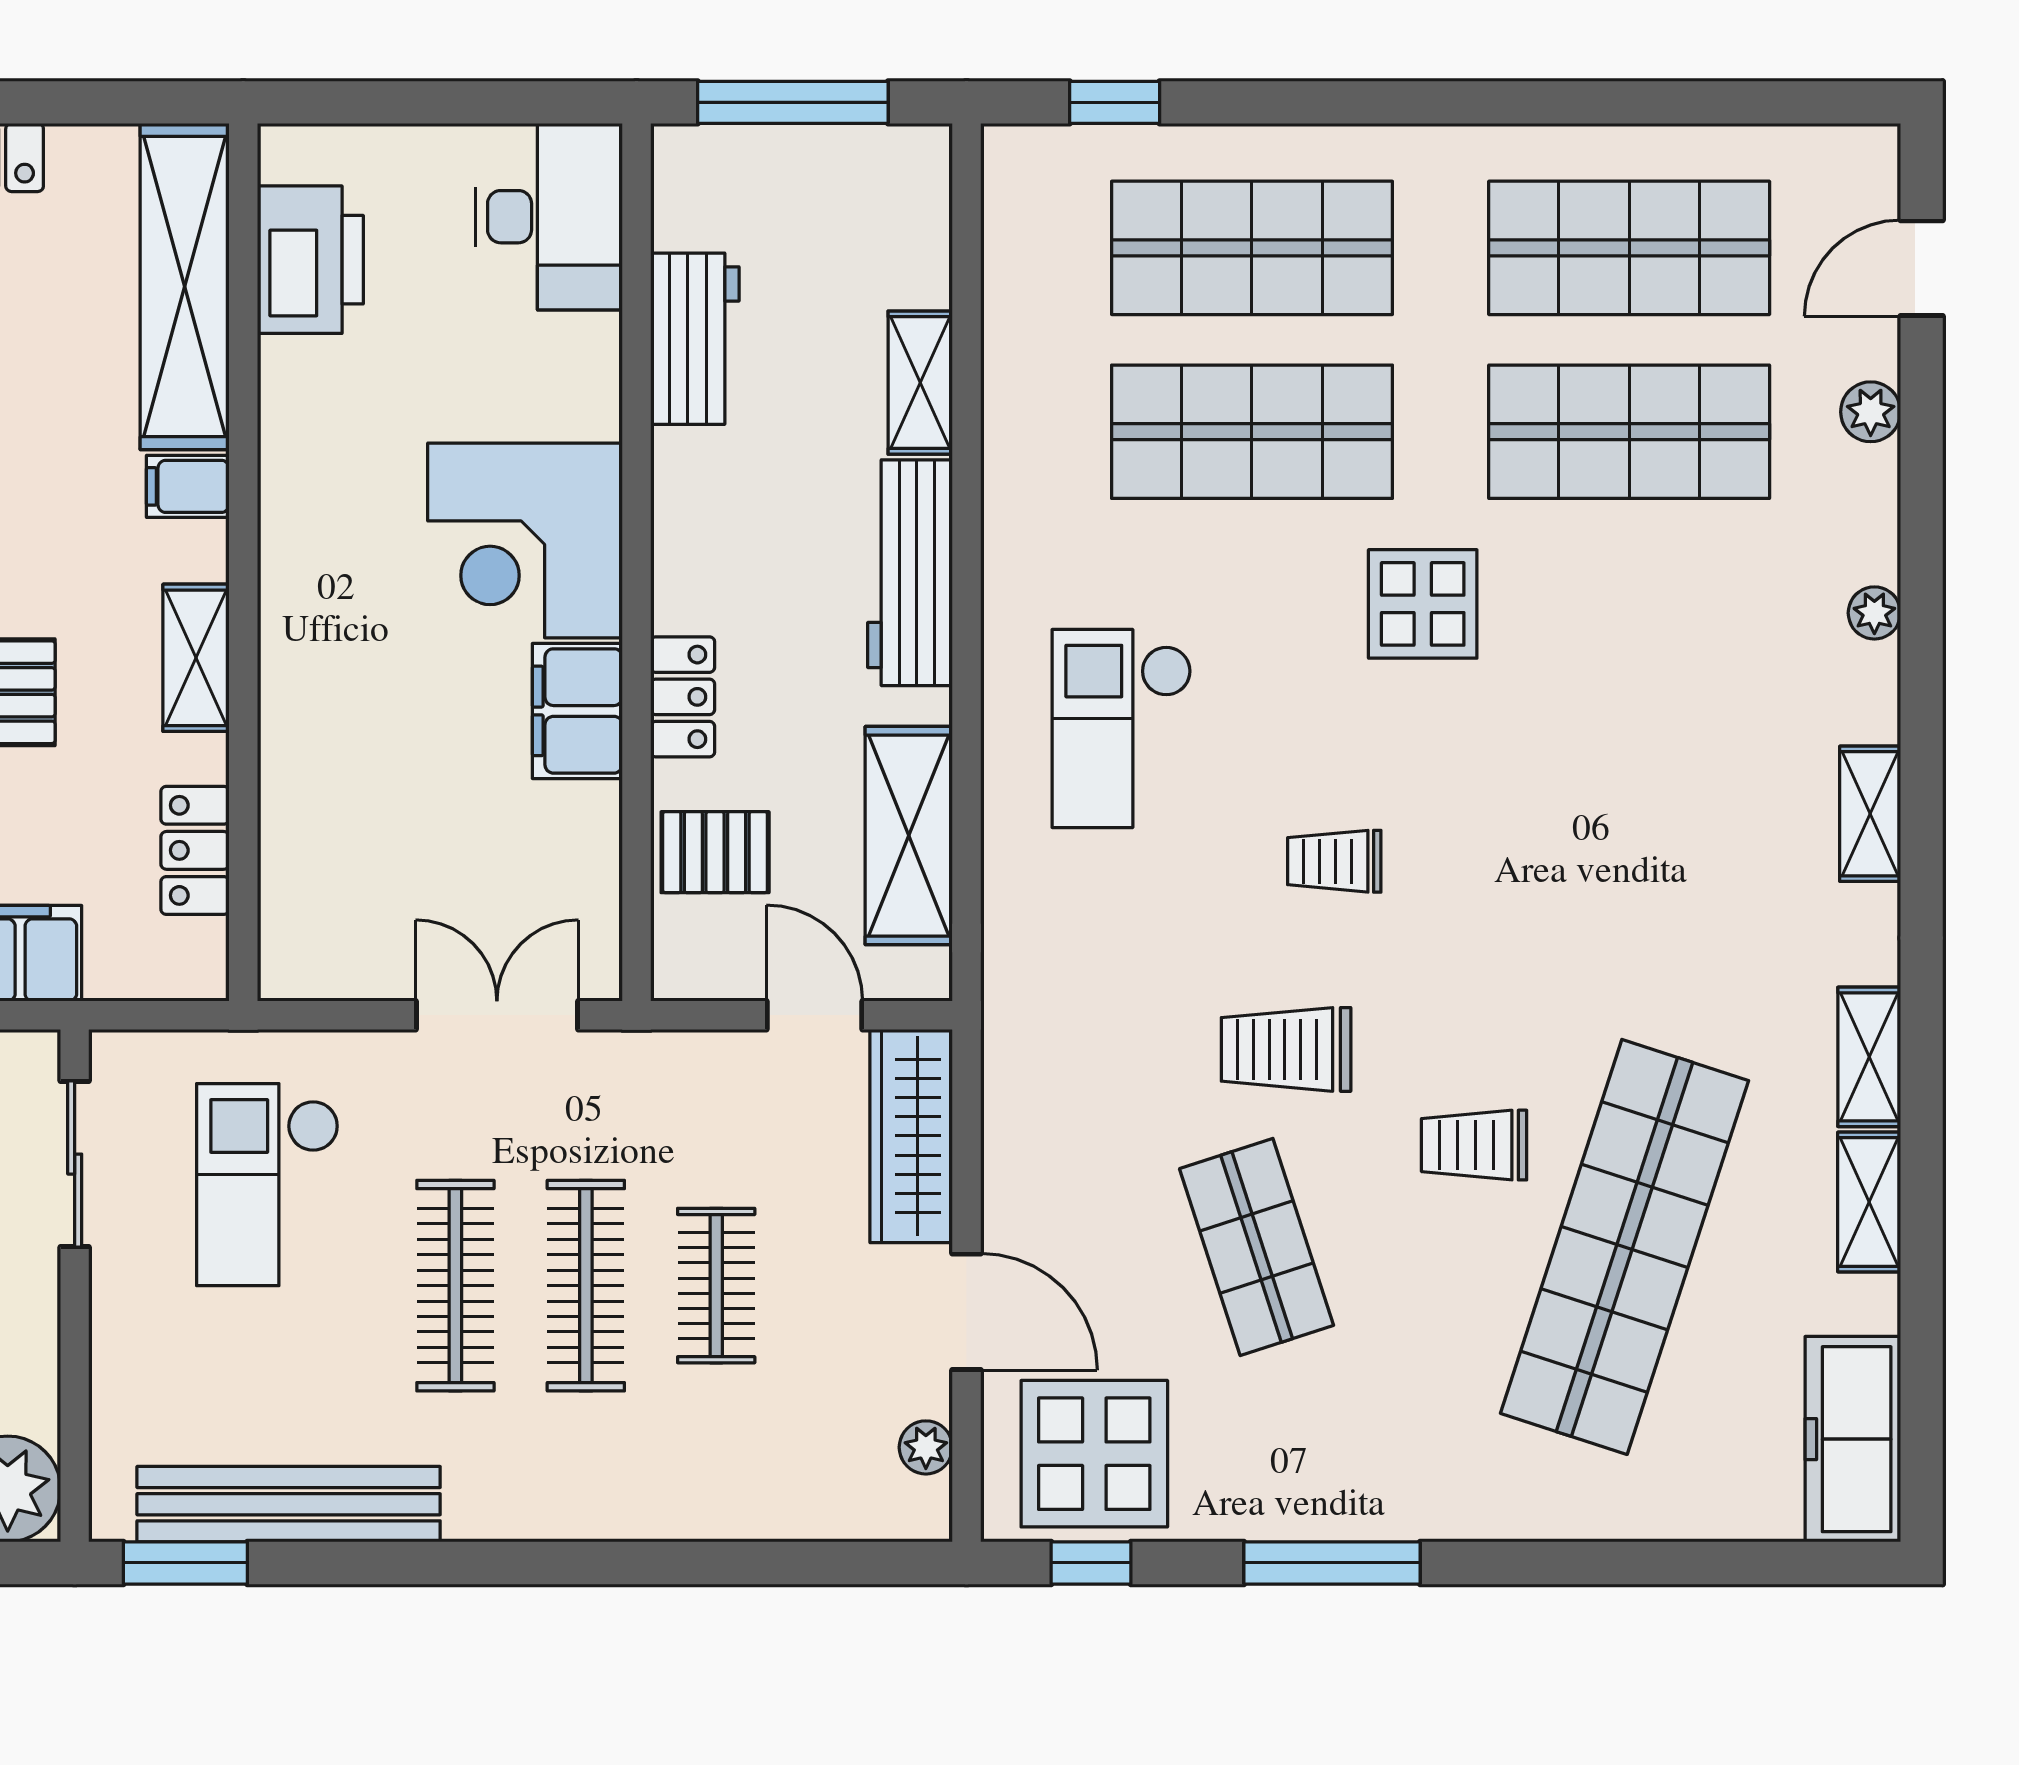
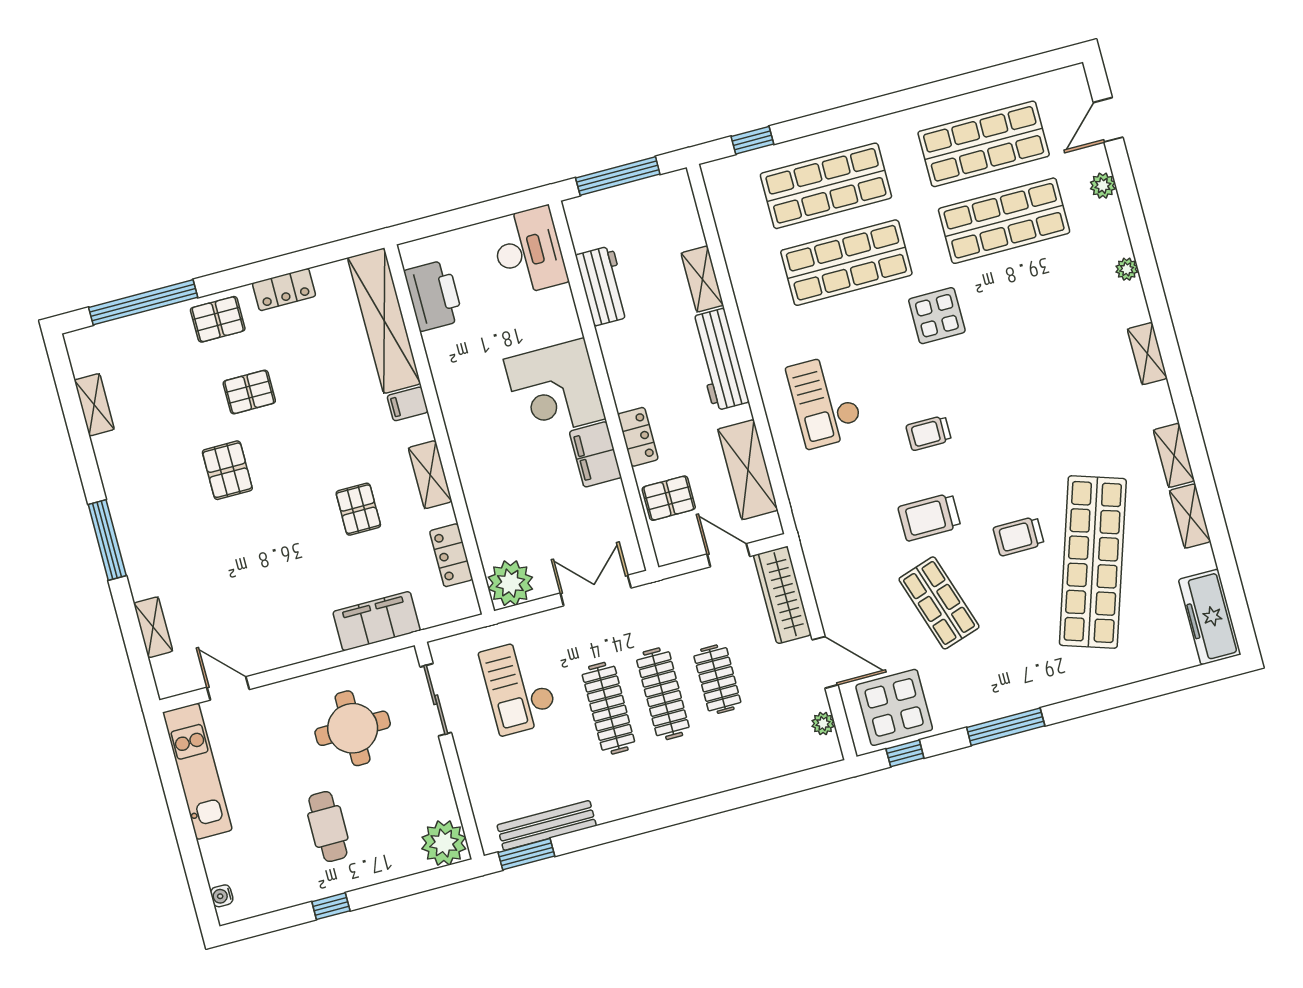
plant: (311, 948) -> (510, 583), added
bench: (289, 1504) -> (547, 825), width x0.73, depth x0.82

